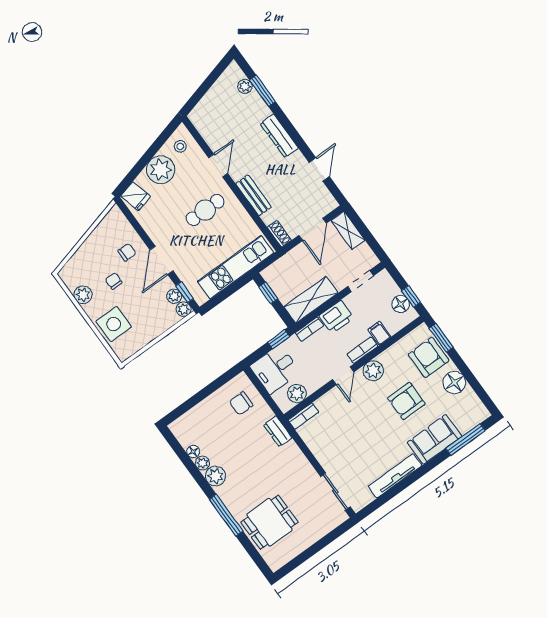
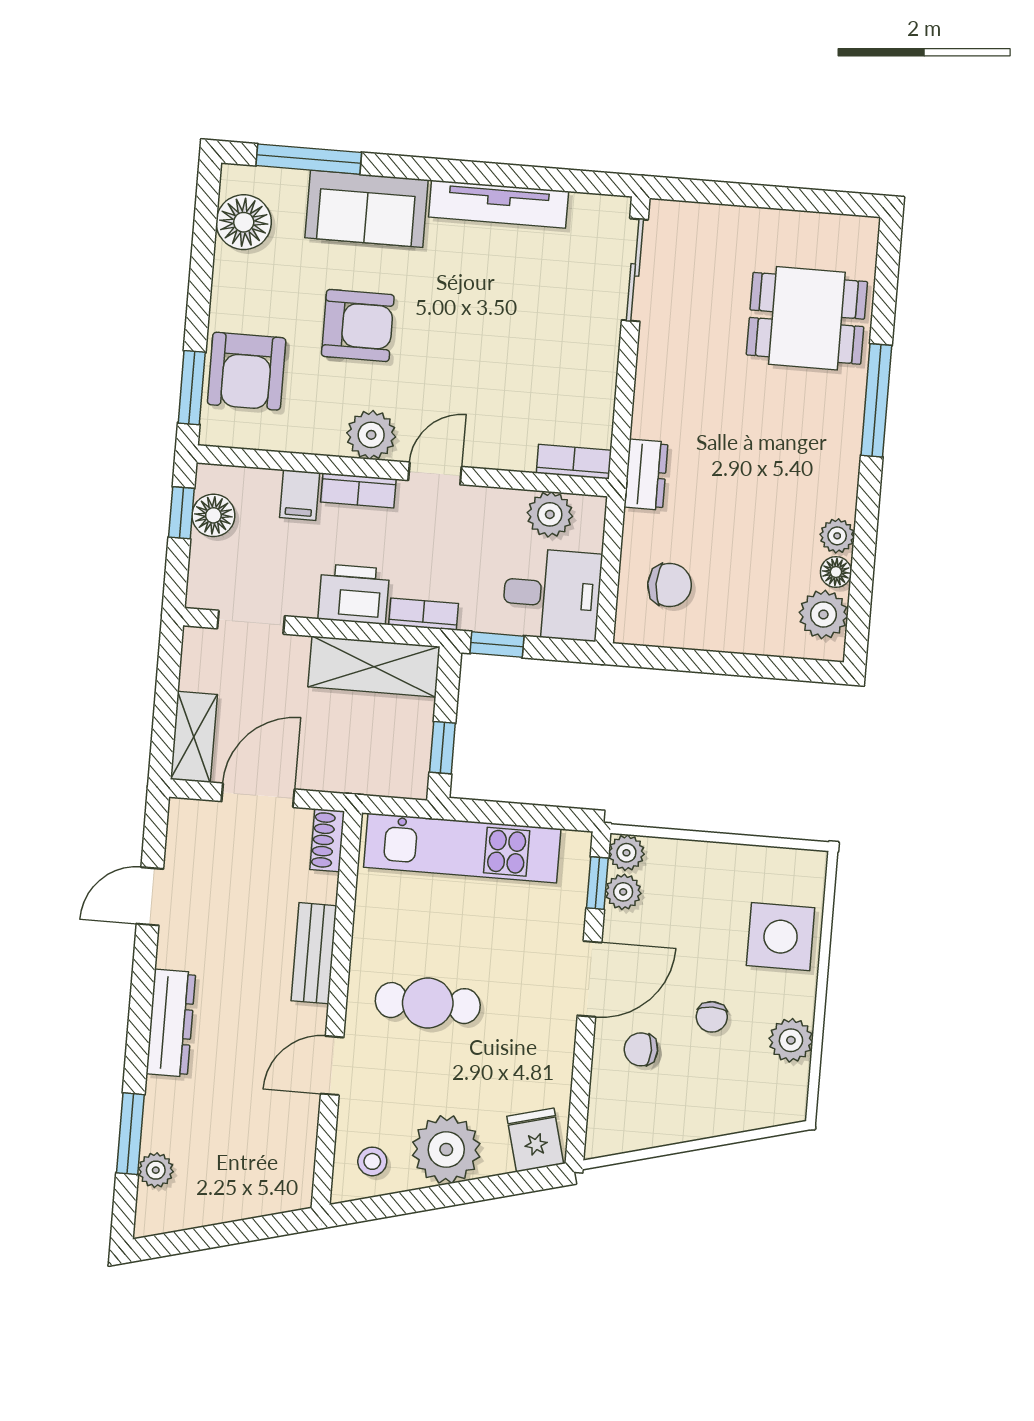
floor lamp: (454, 383) -> (244, 222), moved
plant: (215, 476) -> (823, 614), moved

